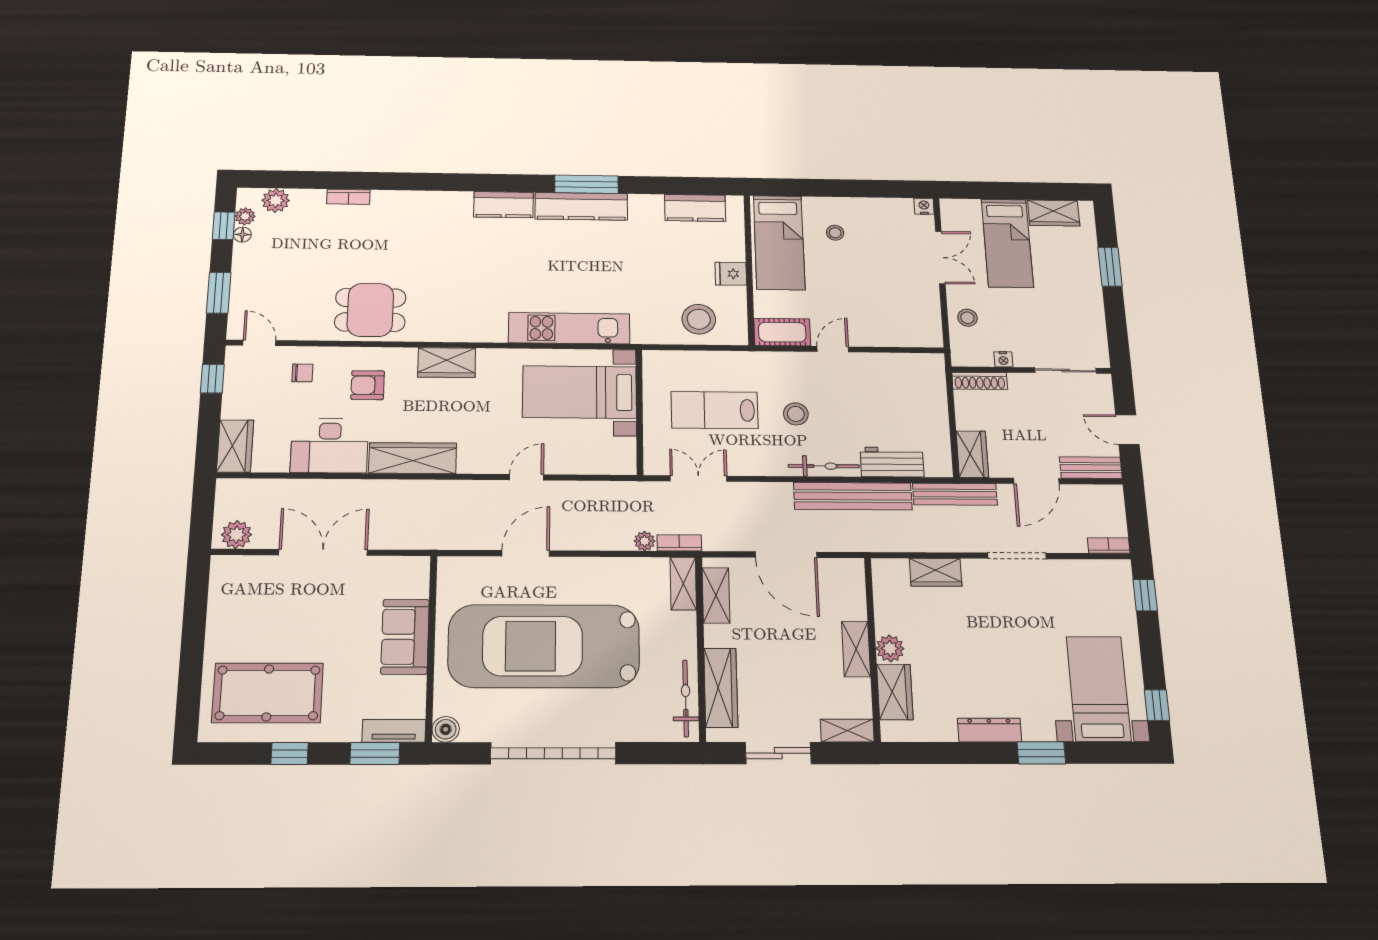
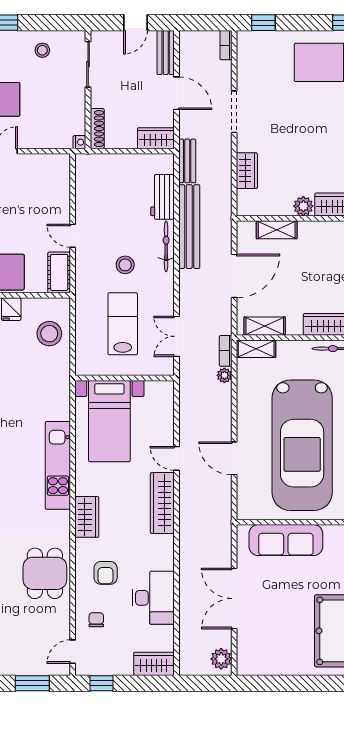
stool: (967, 318) -> (42, 50), moved
kitchen unit: (569, 328) -> (58, 465), moved
nightstand: (1003, 359) -> (79, 142), moved
lab bench: (715, 410) -> (123, 324), turned 180
wardrobe: (413, 458) -> (162, 503), moved
bench: (955, 494) -> (187, 161), width x0.73
sofa: (405, 637) -> (286, 540), width x1.36
shelving: (856, 649) -> (277, 230), moved

